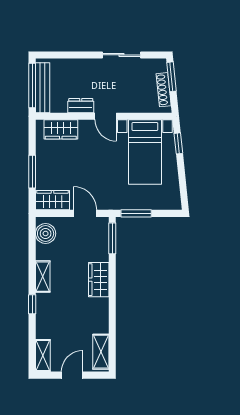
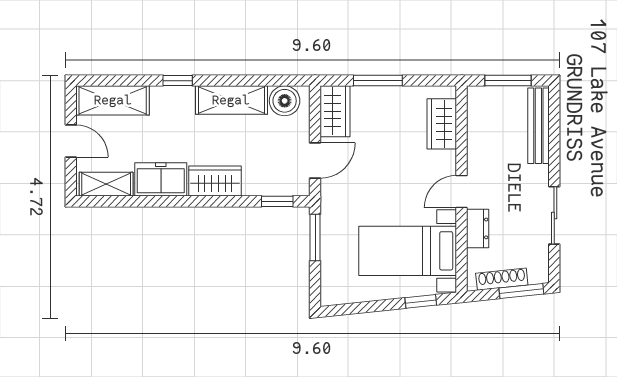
window: (32, 86) -> (508, 81), width x0.69
bench: (43, 88) -> (538, 126), moved, turned 90
dresser: (81, 106) -> (478, 228), moved
window: (112, 238) -> (277, 201), width x0.67
shelving: (43, 277) -> (231, 100), width x1.50, depth x1.33
freezer: (98, 315) -> (161, 179), added
shelving: (43, 356) -> (113, 100), width x1.50, depth x1.33

